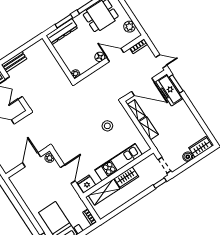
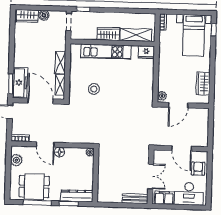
door: (68, 174) -> (156, 72), removed
wardrobe: (24, 190) -> (203, 84), added

